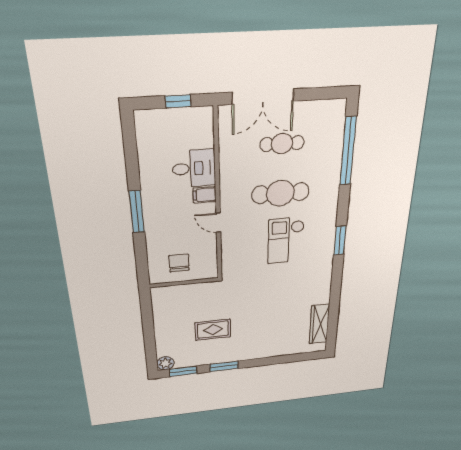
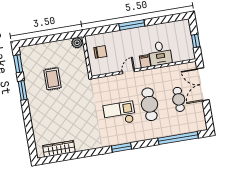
plant: (165, 363) -> (77, 43), moved

